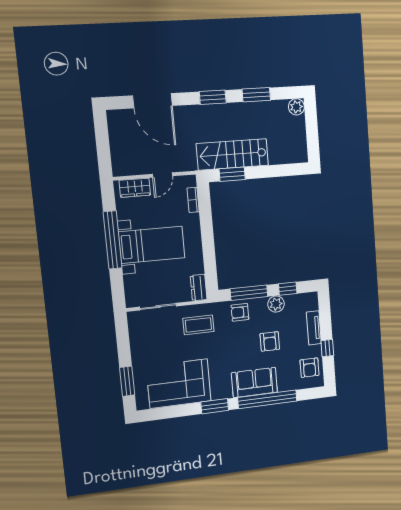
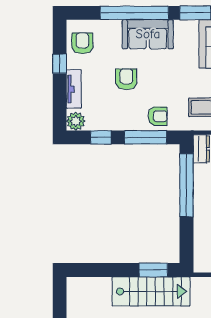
bookcase: (193, 200) -> (199, 246), removed
window: (209, 254) -> (186, 185), added
plant: (276, 304) -> (76, 121), moved

